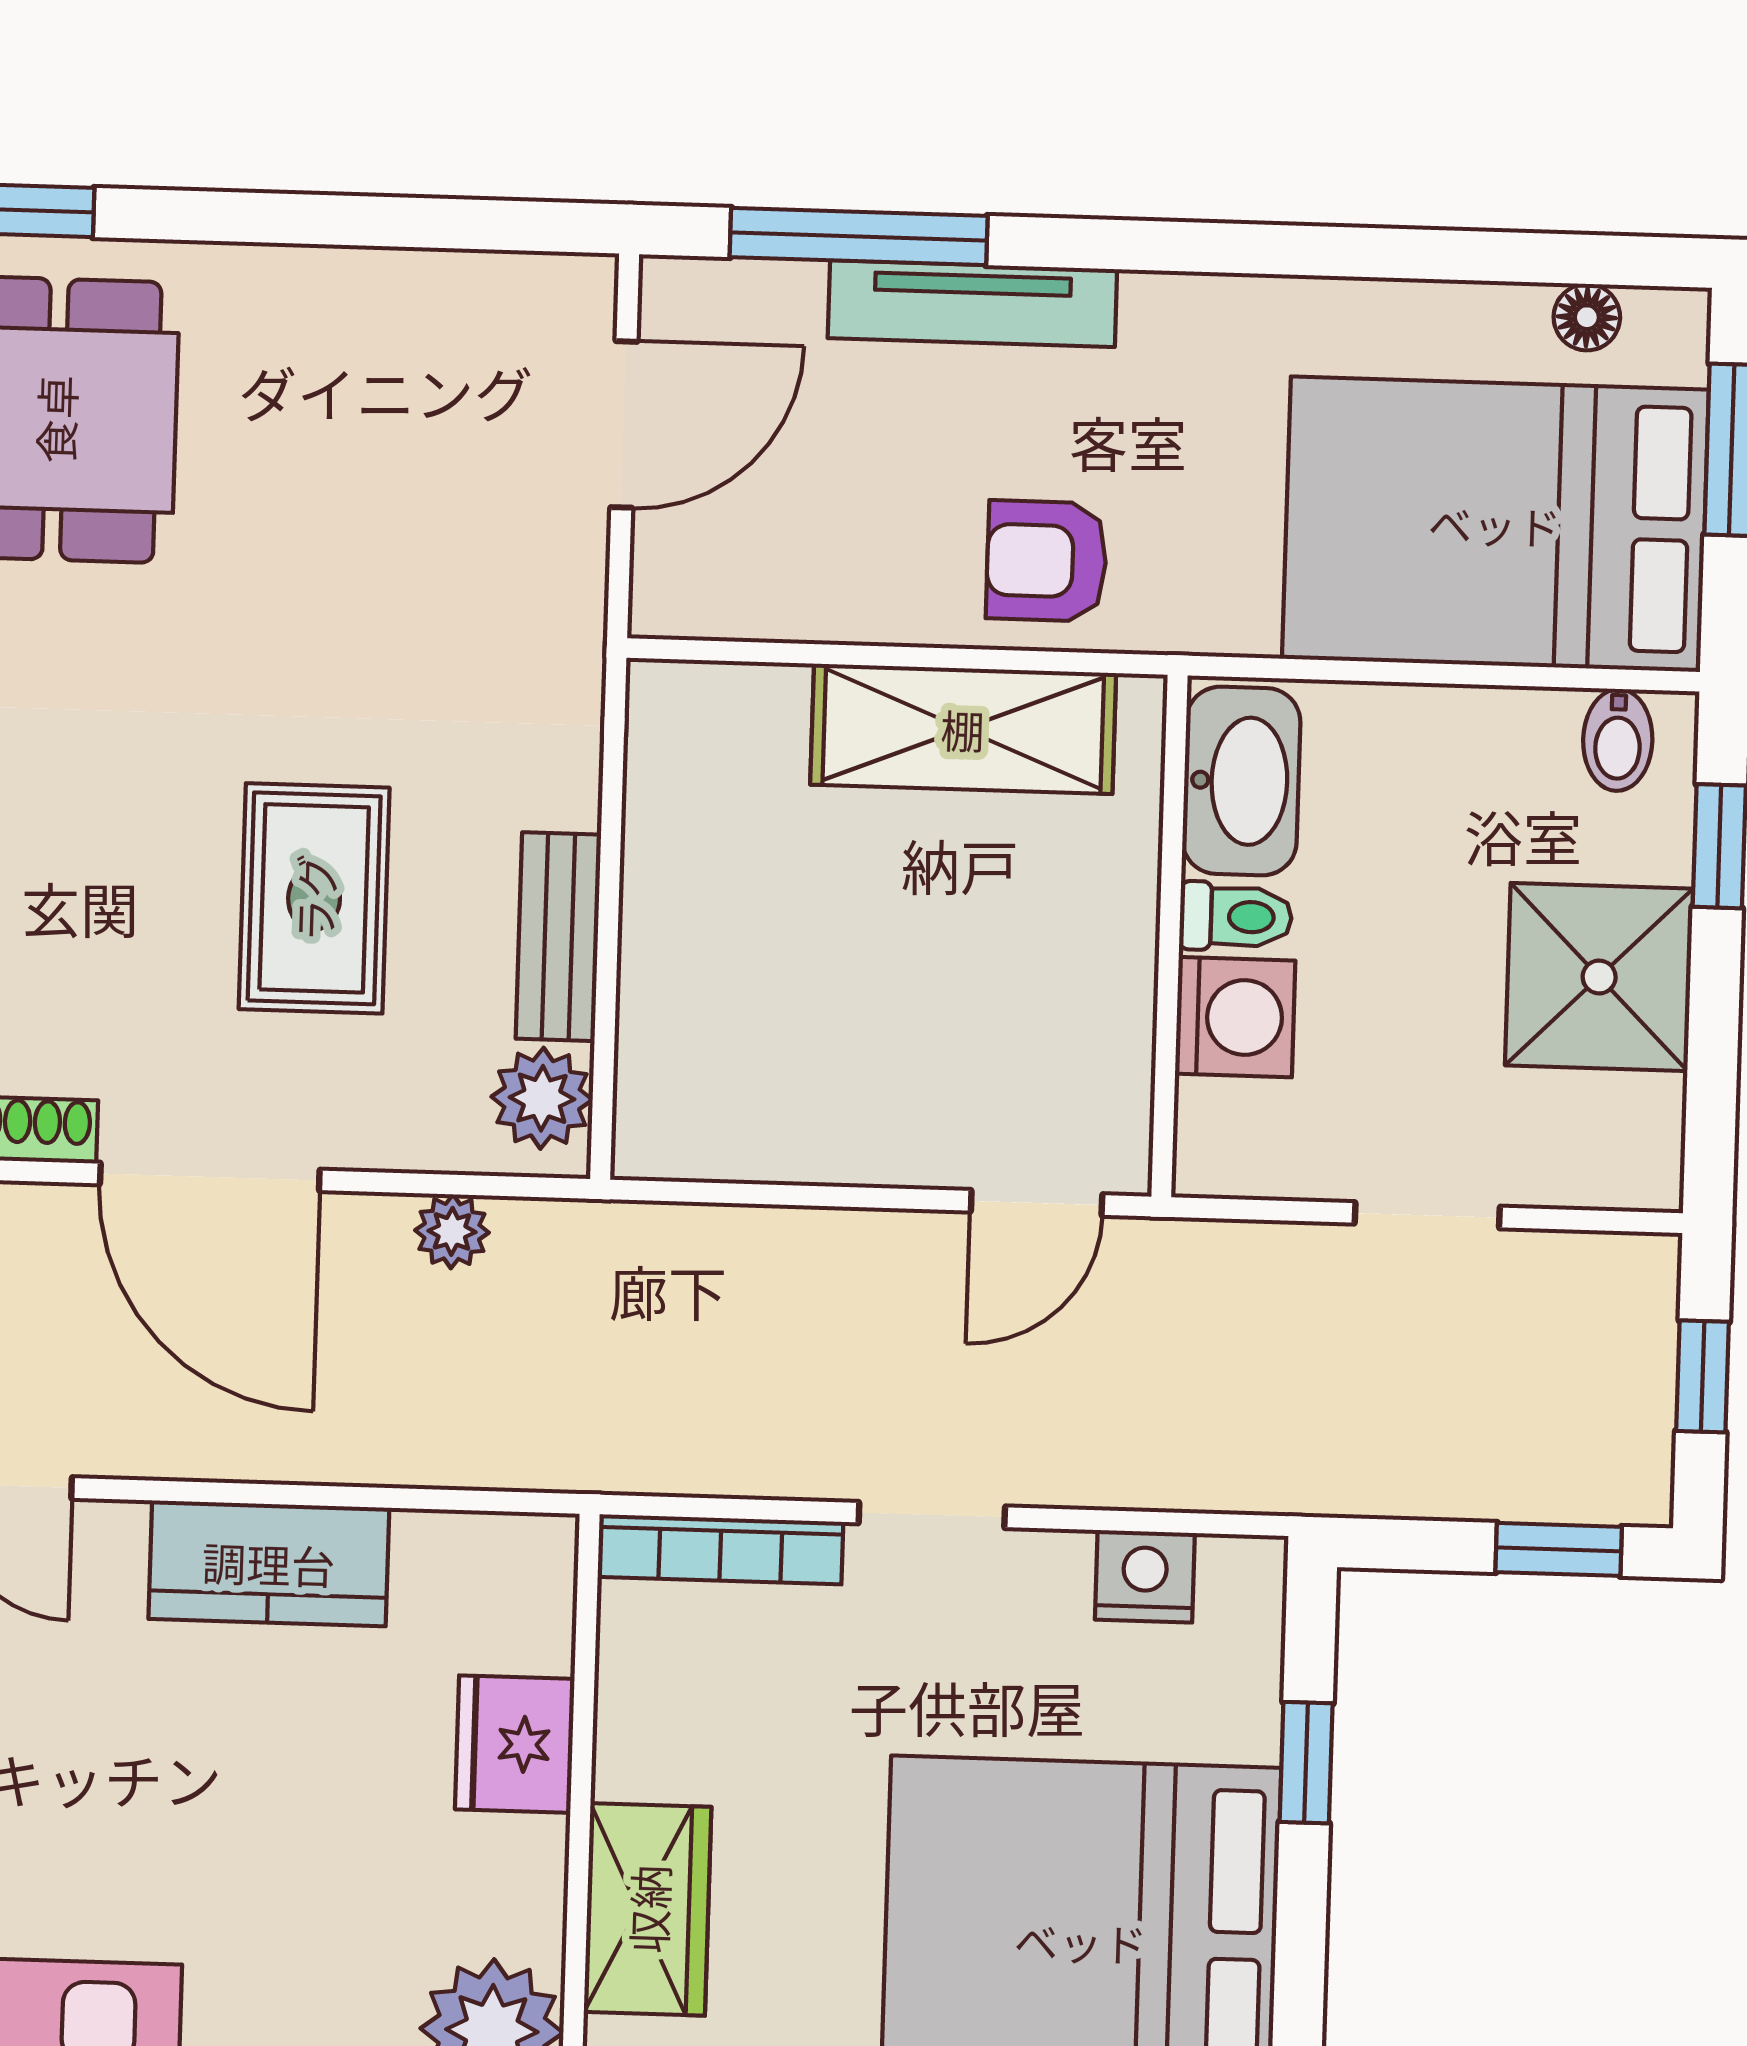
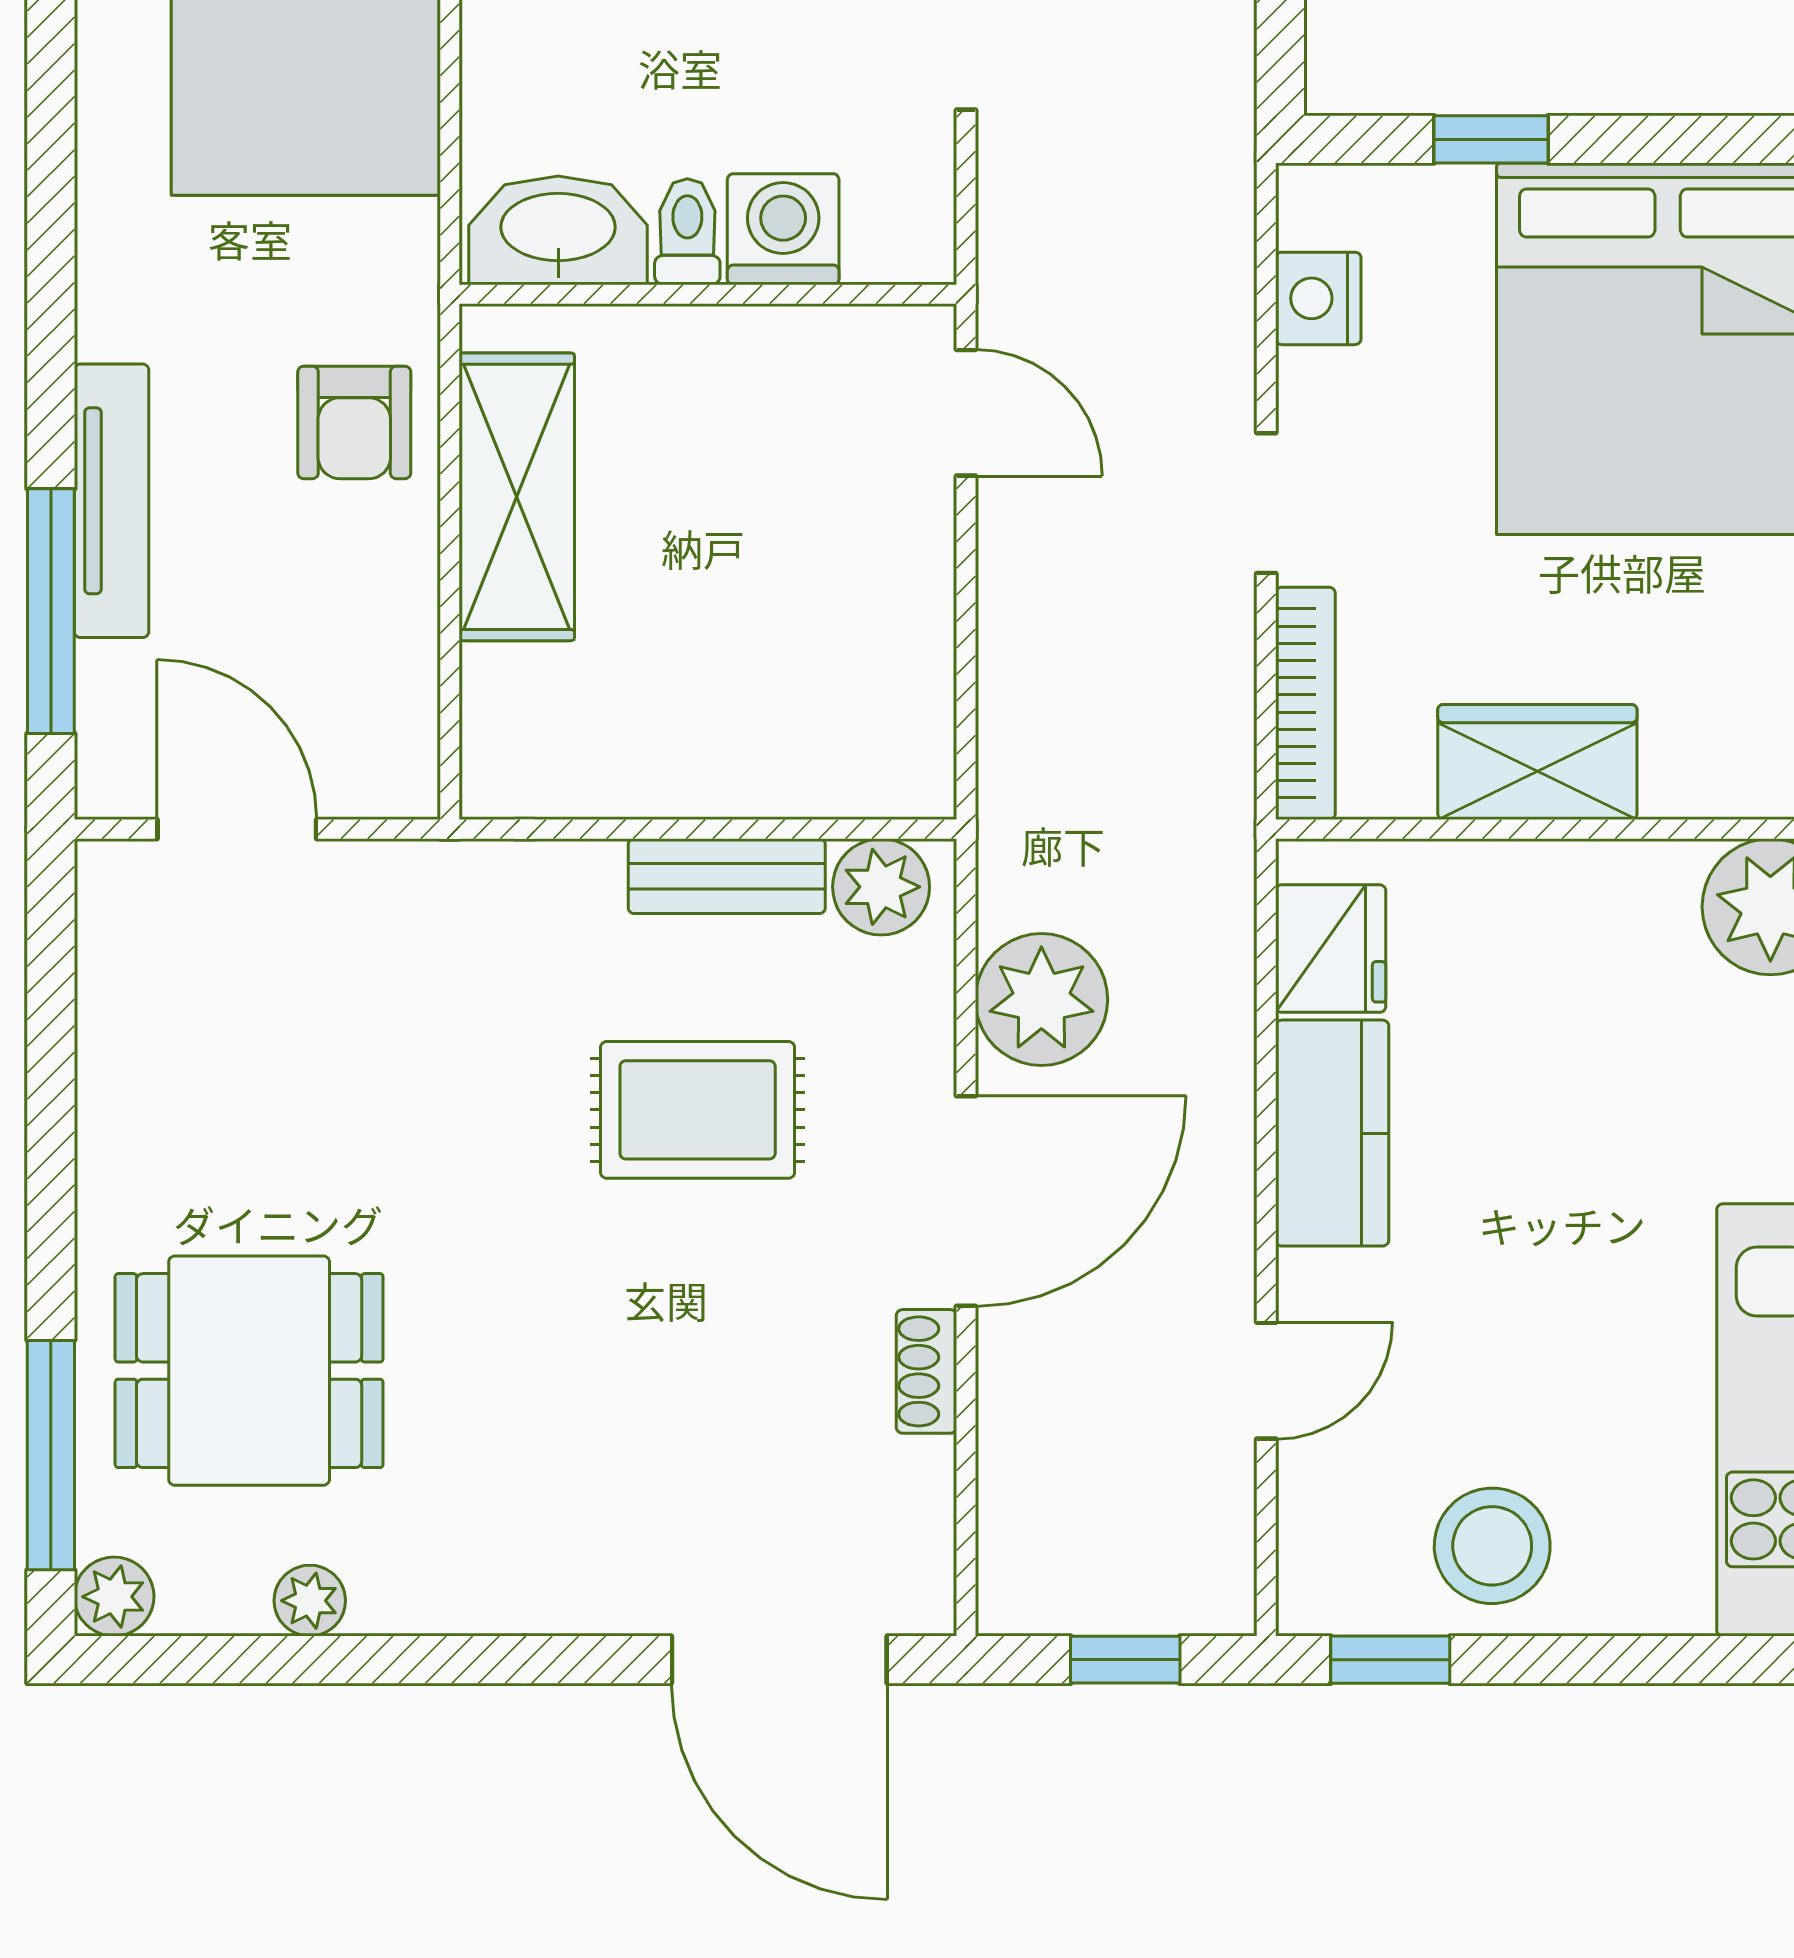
plant: (452, 1231) -> (1041, 1000), width x1.87, depth x1.87
fridge: (515, 1744) -> (1331, 949), moved, turned -90
wardrobe: (648, 1909) -> (1537, 762), moved

